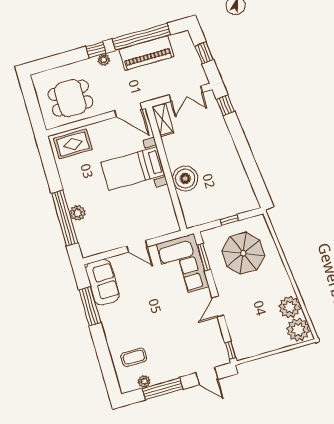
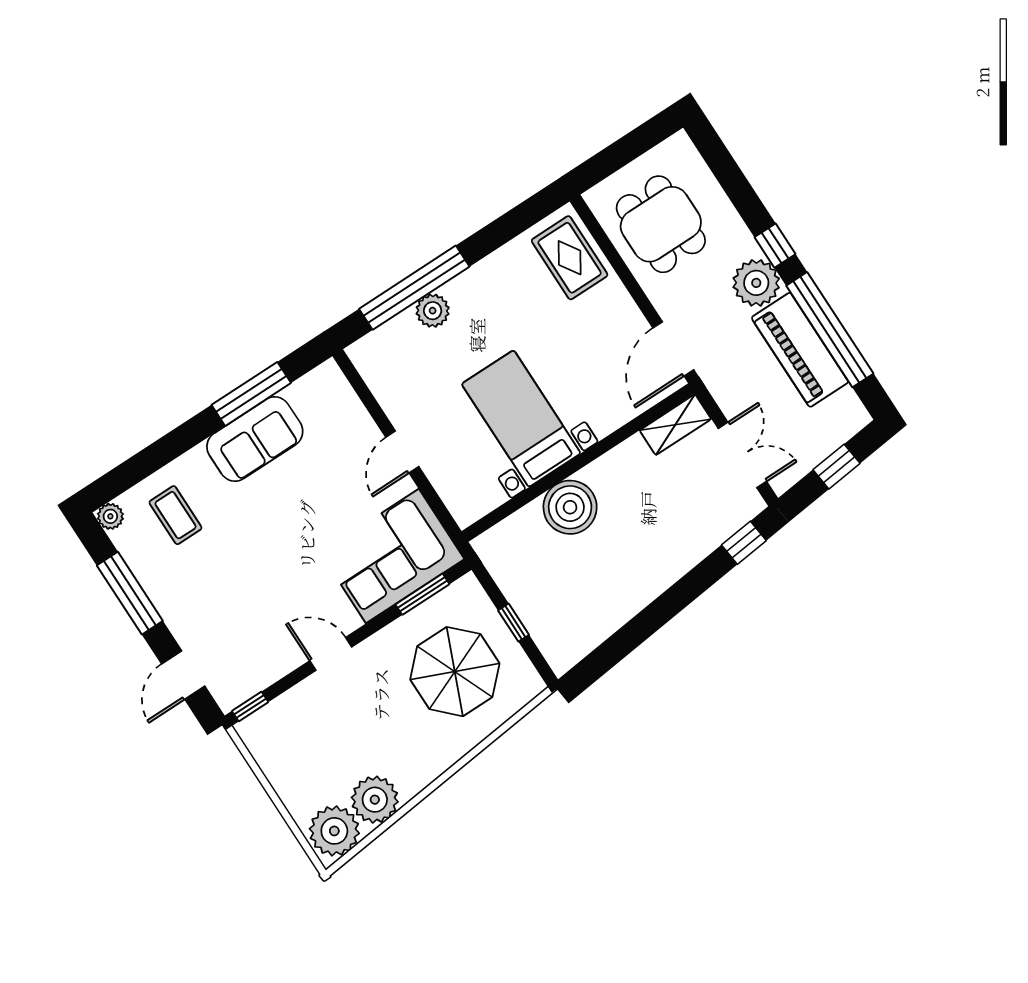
plant: (104, 60) -> (756, 283), width x1.87, depth x1.87
double door: (186, 94) -> (742, 455), swing flipped
bed with nightstands: (133, 169) -> (521, 419), moved
sofa: (102, 282) -> (255, 439), moved
plant: (144, 381) -> (110, 516), moved

